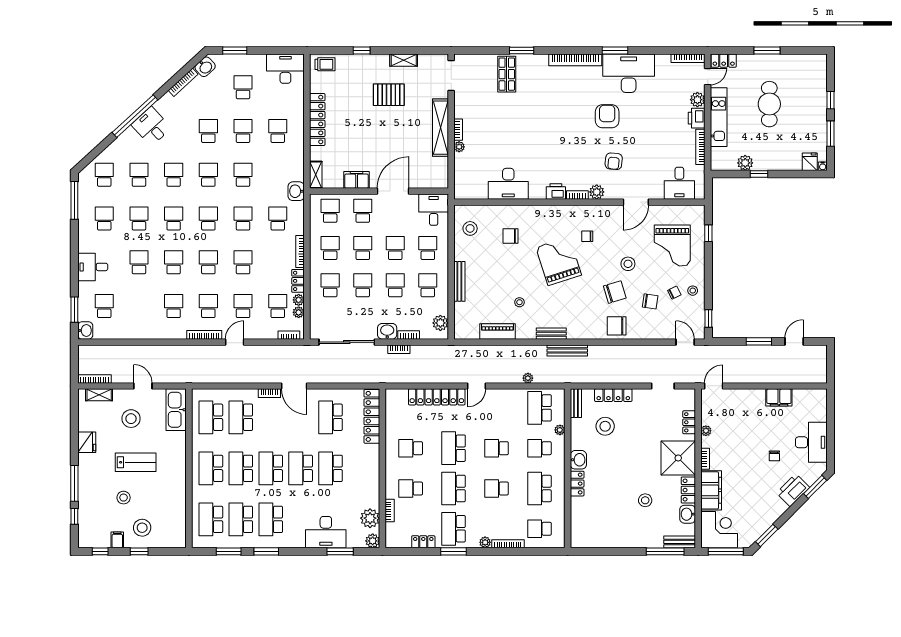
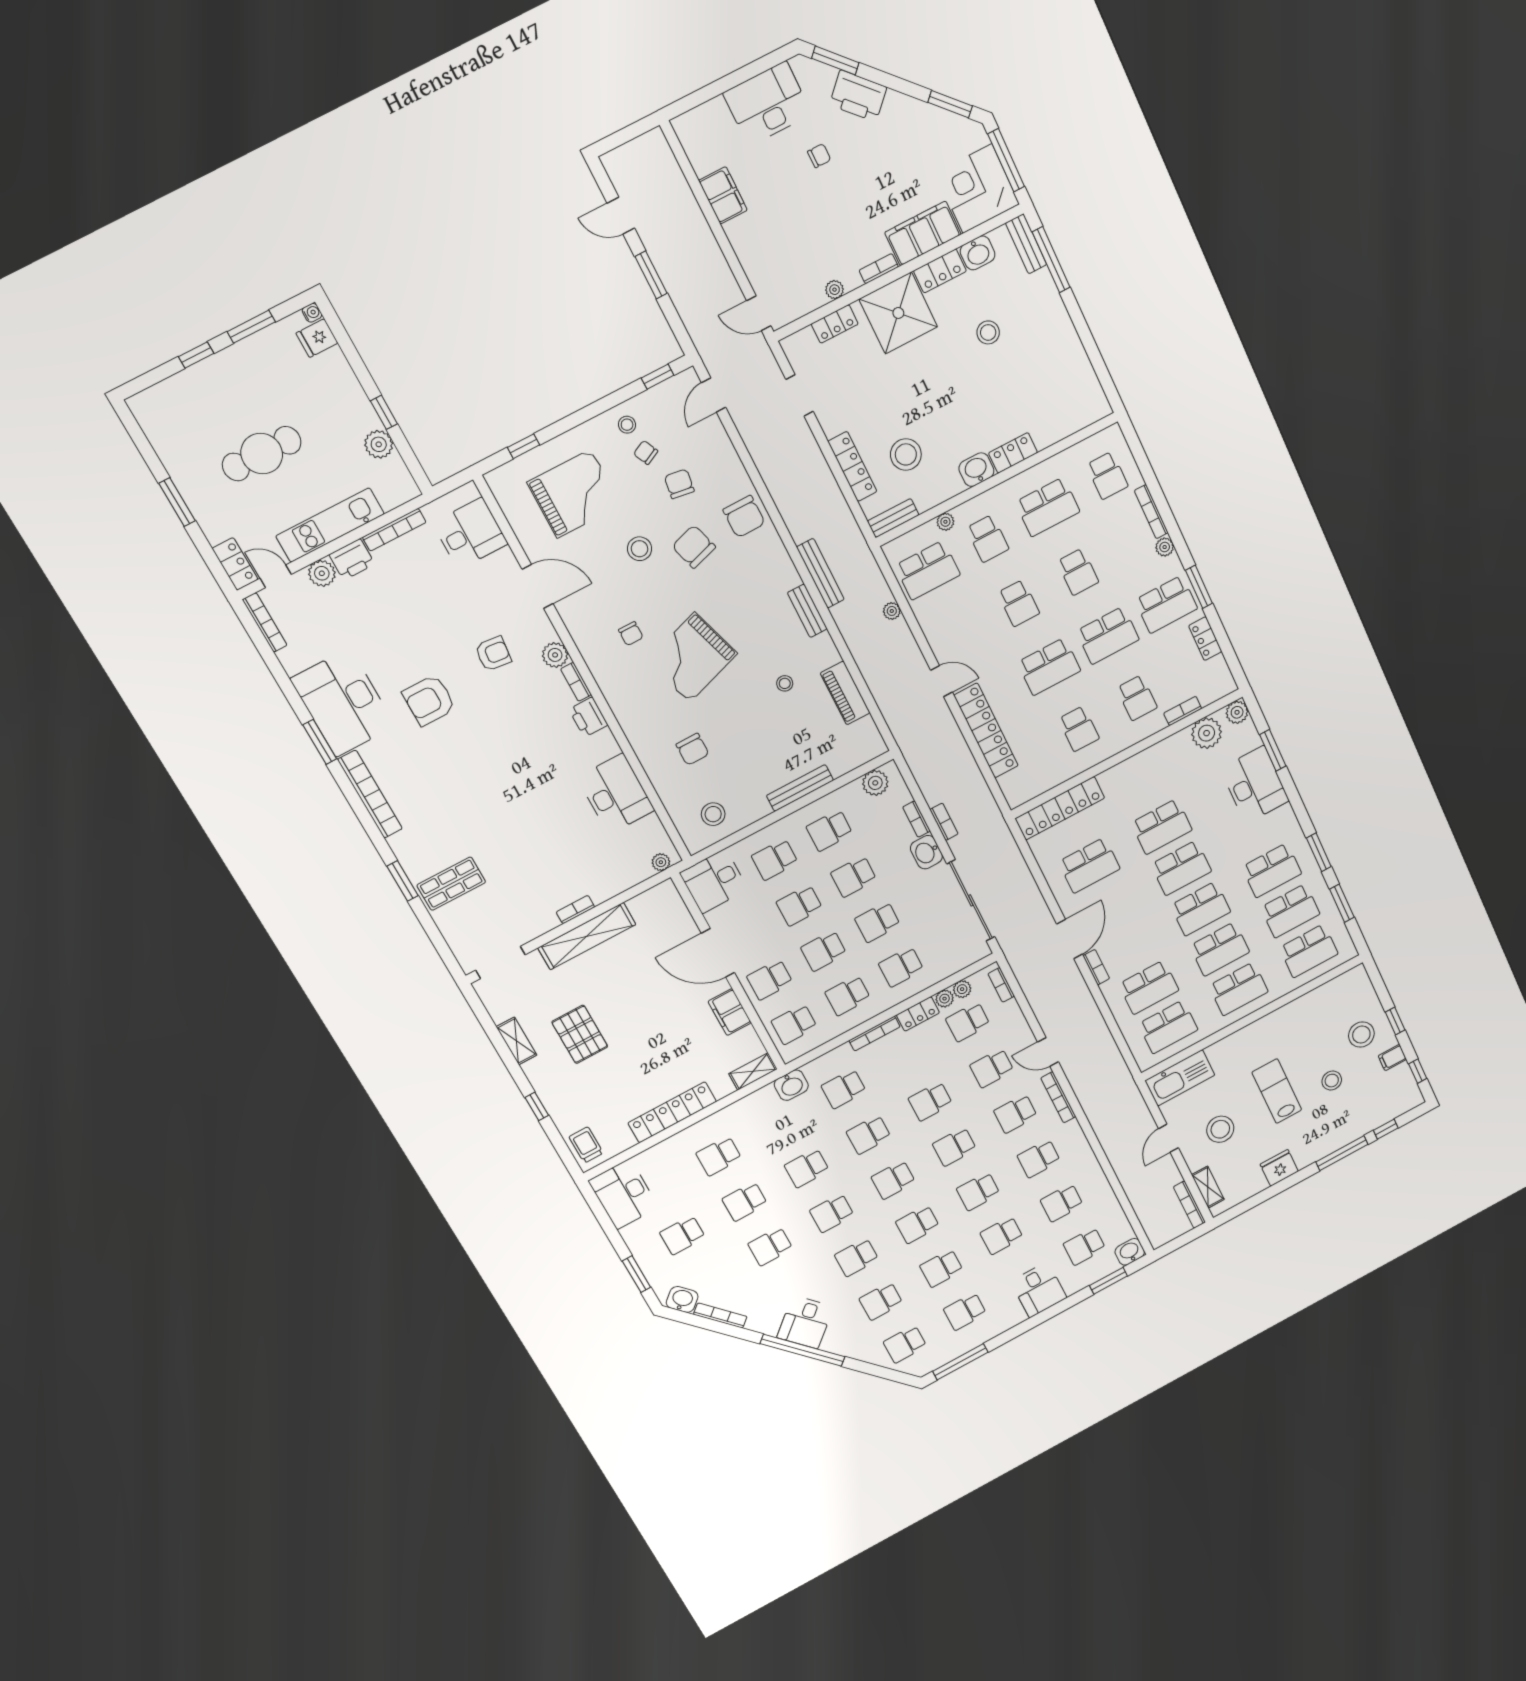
plant: (459, 147) -> (661, 862), moved
school desk: (139, 306) -> (1062, 1203), added

